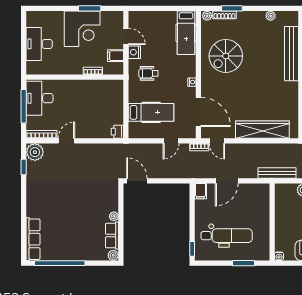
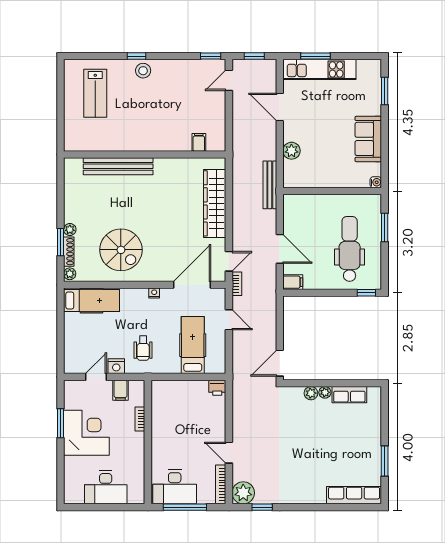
plant: (271, 16) -> (70, 229), moved
plant: (113, 255) -> (311, 393), moved
window: (60, 263) -> (385, 461), width x0.47

